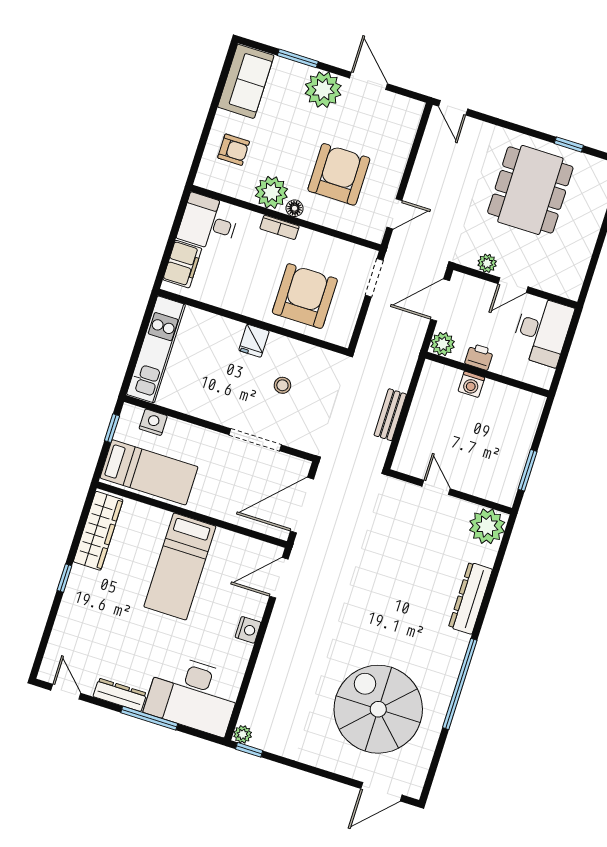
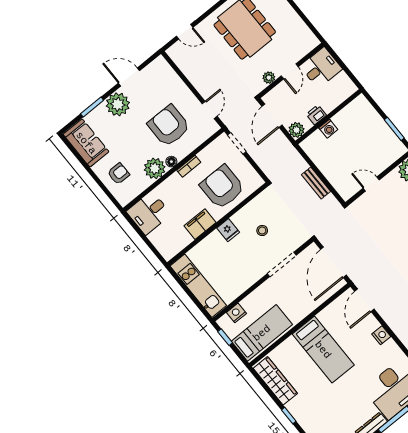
door: (453, 108) -> (185, 32), moved
bookcase: (280, 227) -> (189, 166), moved
filing cabinet: (182, 264) -> (200, 224), moved, turned -90
desk: (542, 331) -> (321, 68), width x0.73

